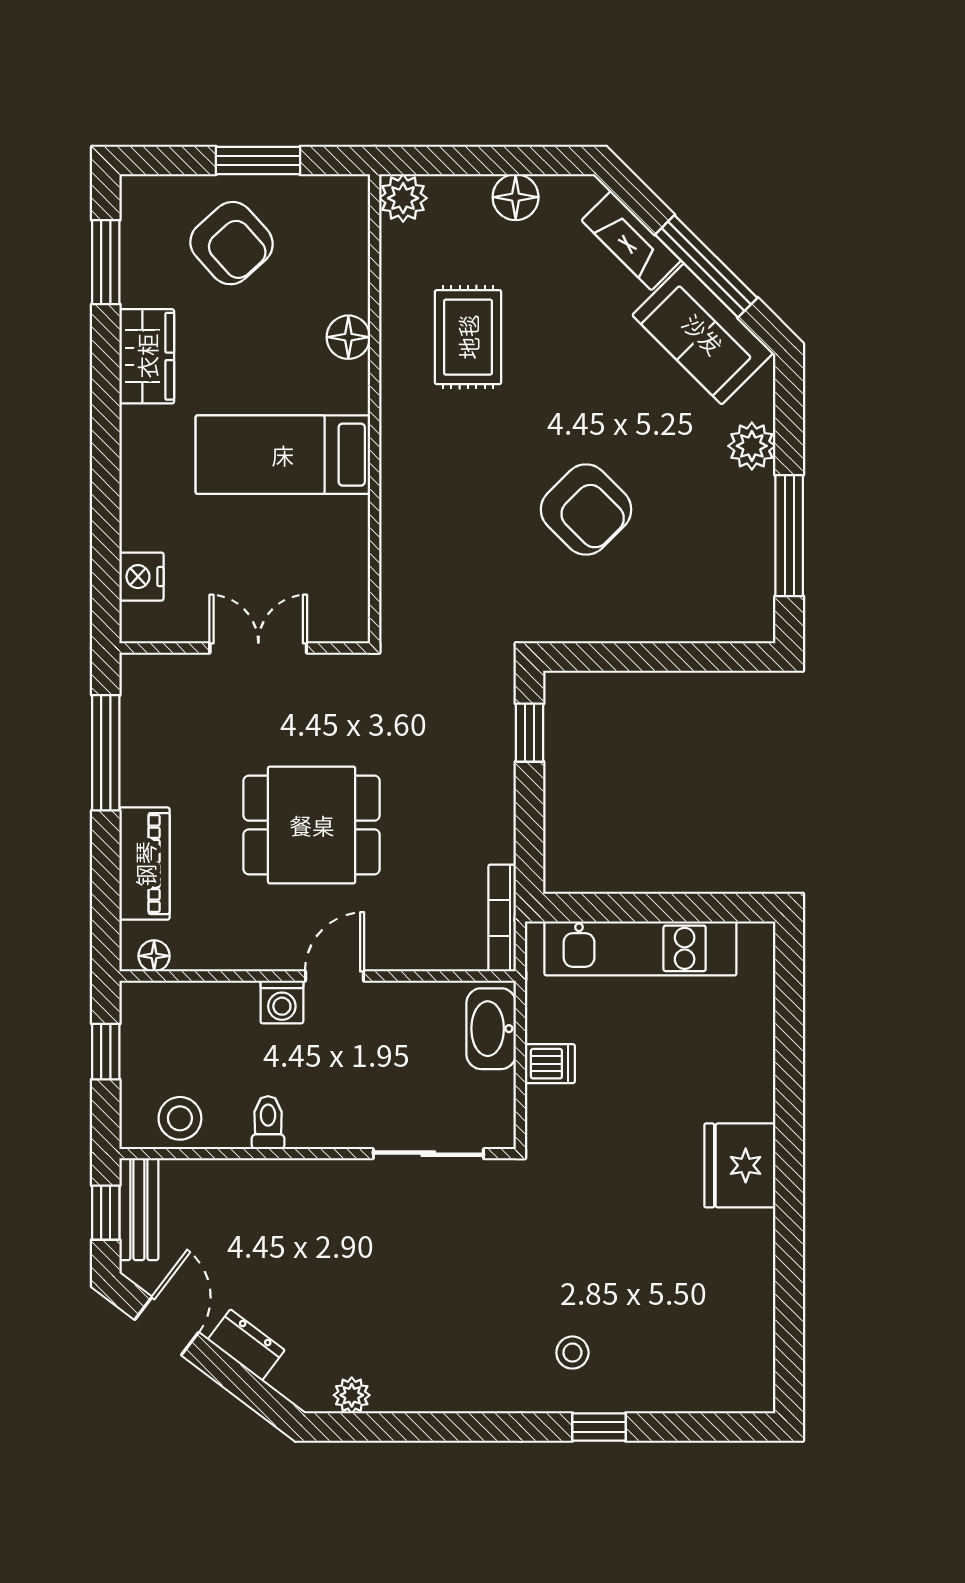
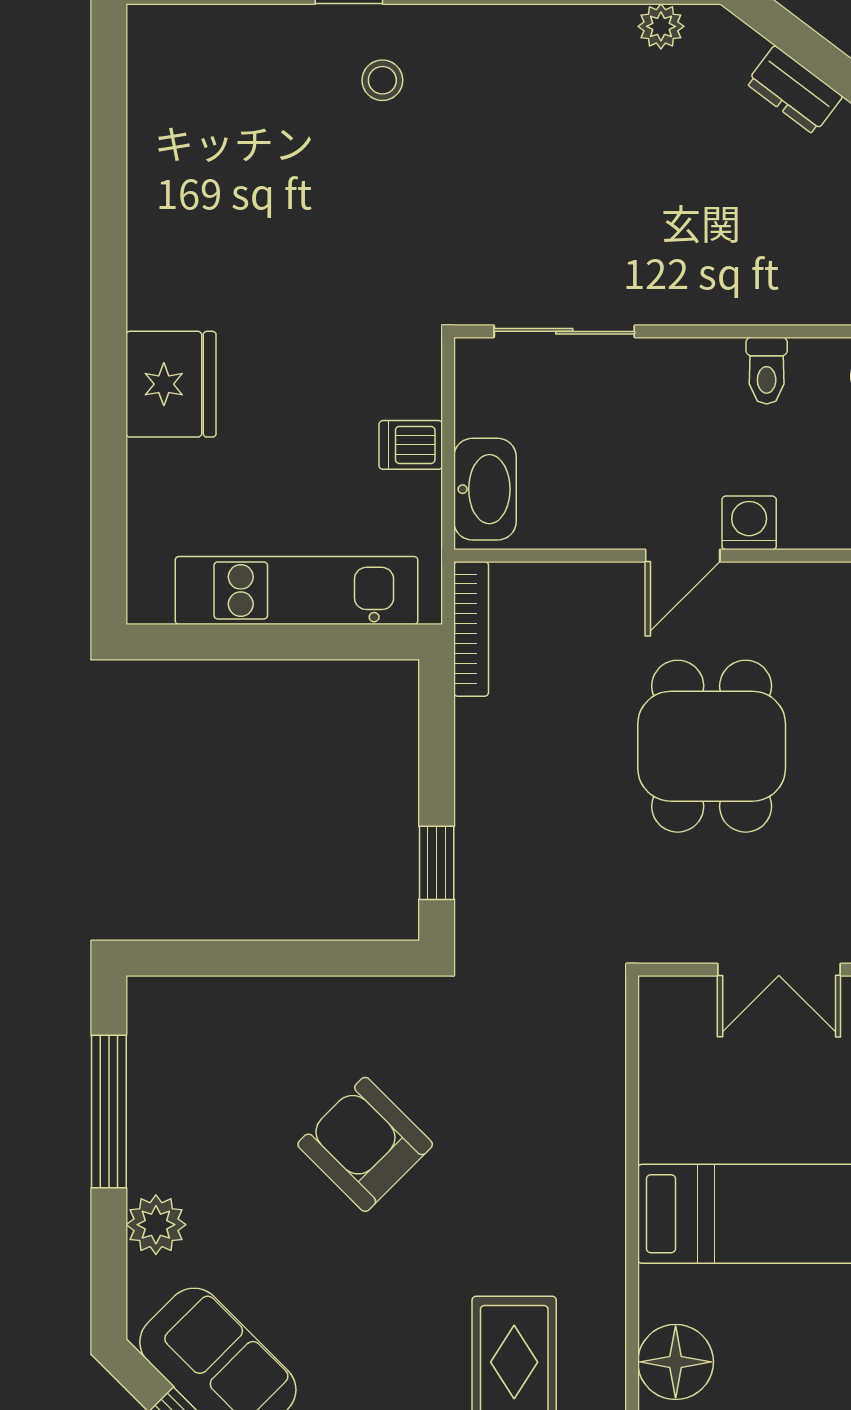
floor lamp: (348, 337) -> (676, 1362), width x1.38, depth x1.38
dining table: (312, 825) -> (712, 746), turned 90
fridge: (740, 1165) -> (171, 384), moved

